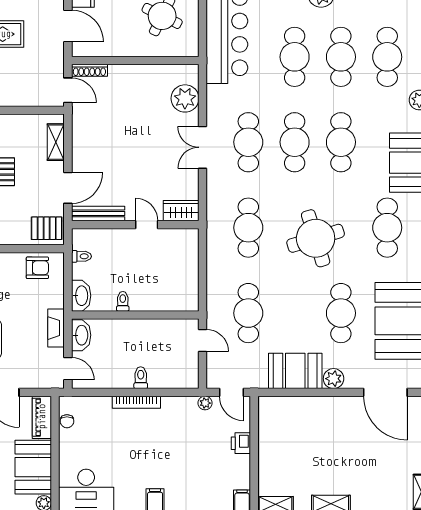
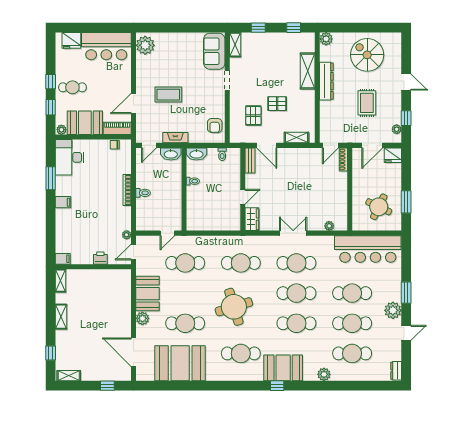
plant: (185, 98) -> (329, 226), width x0.53, depth x0.53
bench: (98, 213) -> (250, 161), width x0.73
pallet: (47, 228) -> (253, 116), moved
door: (385, 392) -> (133, 352), hinge flipped

